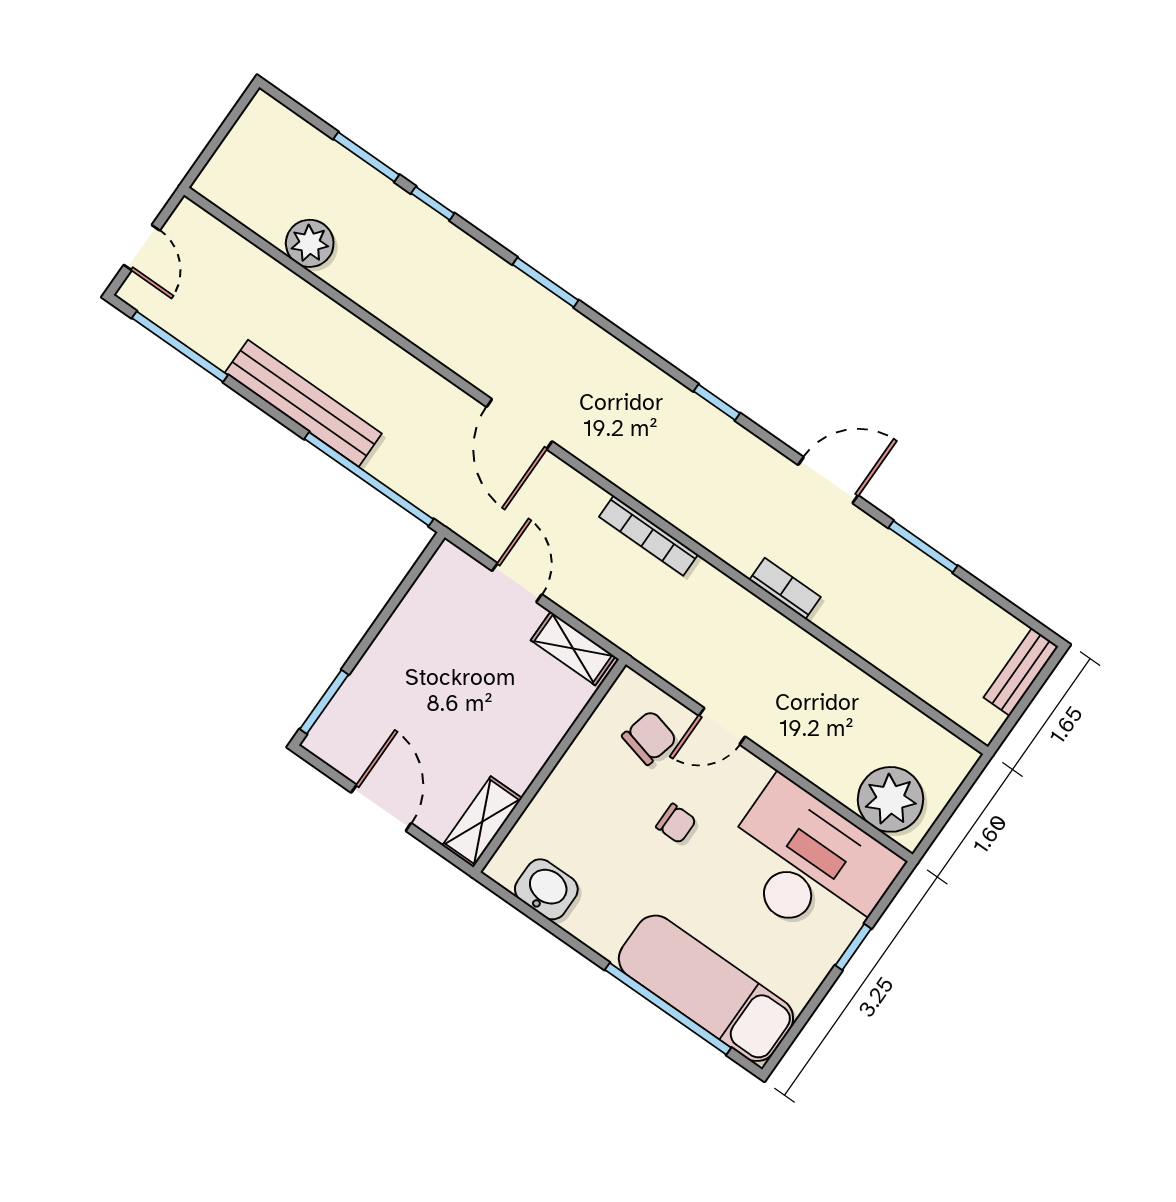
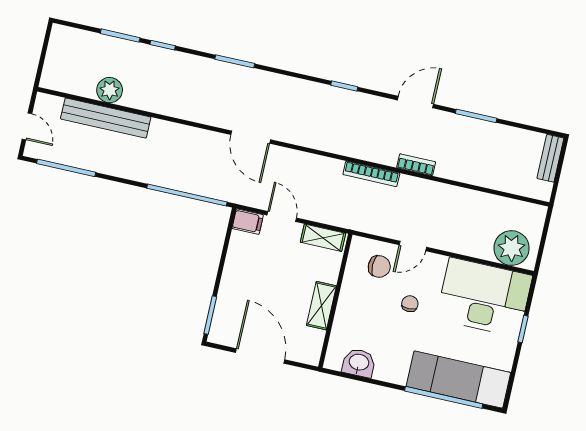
bench: (303, 403) -> (106, 118), moved
bookcase: (649, 536) -> (371, 174), moved
filing cabinet: (455, 567) -> (248, 222), added
chair: (649, 738) -> (379, 266), turned 76
door: (381, 808) -> (260, 356), width x1.36
shelving: (482, 822) -> (321, 306), moved
chair: (676, 823) -> (410, 304), turned -90

